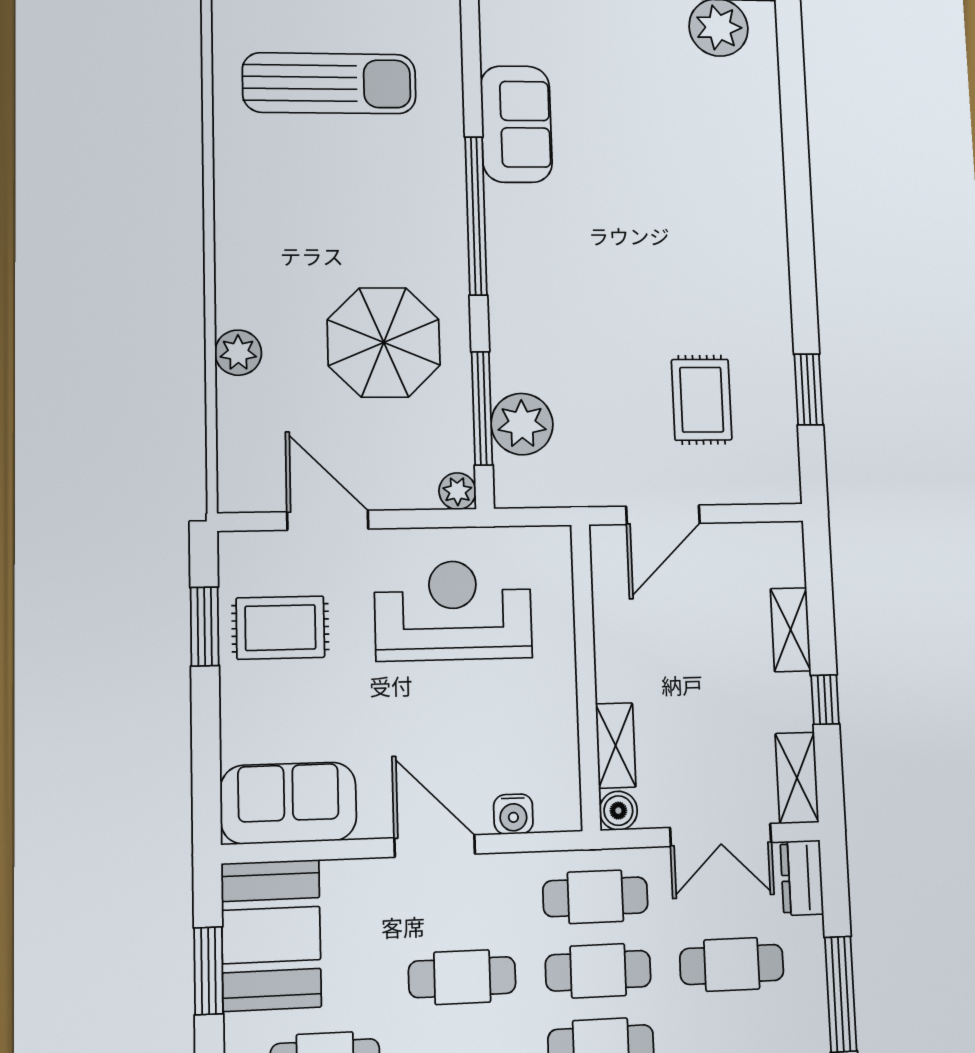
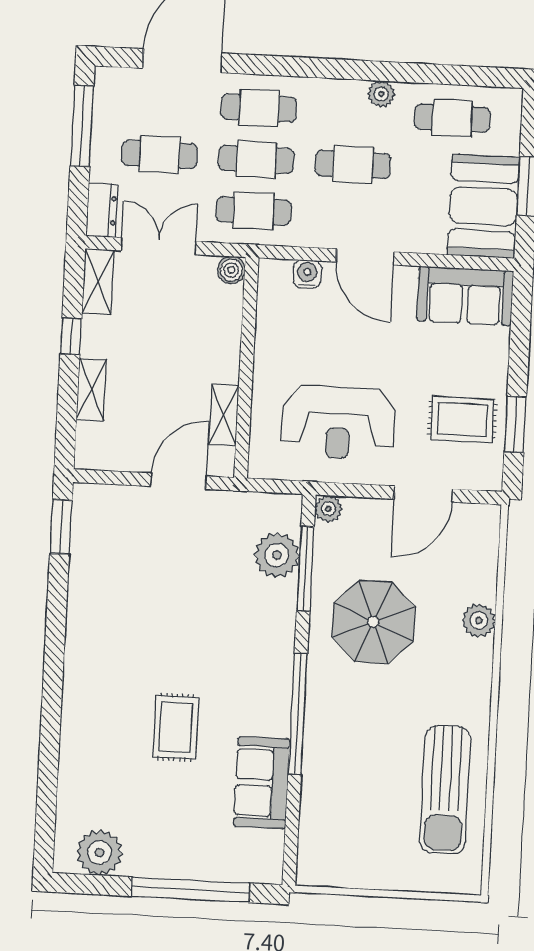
sun lounger: (329, 83) -> (445, 790), moved, turned -90
window: (809, 389) -> (61, 527), moved
rug: (702, 400) -> (176, 727), moved
door: (328, 520) -> (423, 494), hinge flipped
shelving: (616, 745) -> (224, 415), moved

